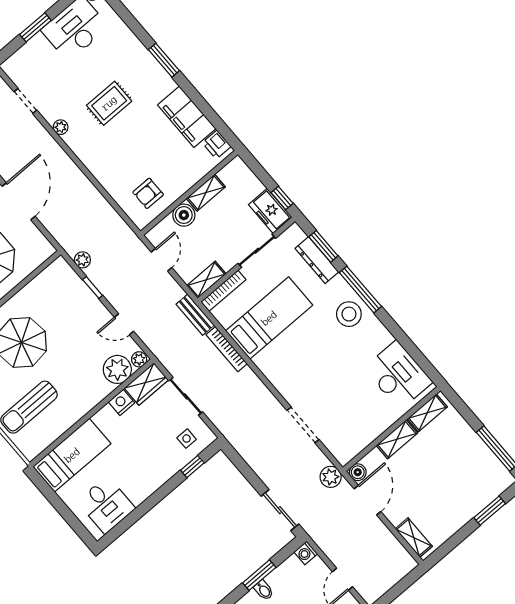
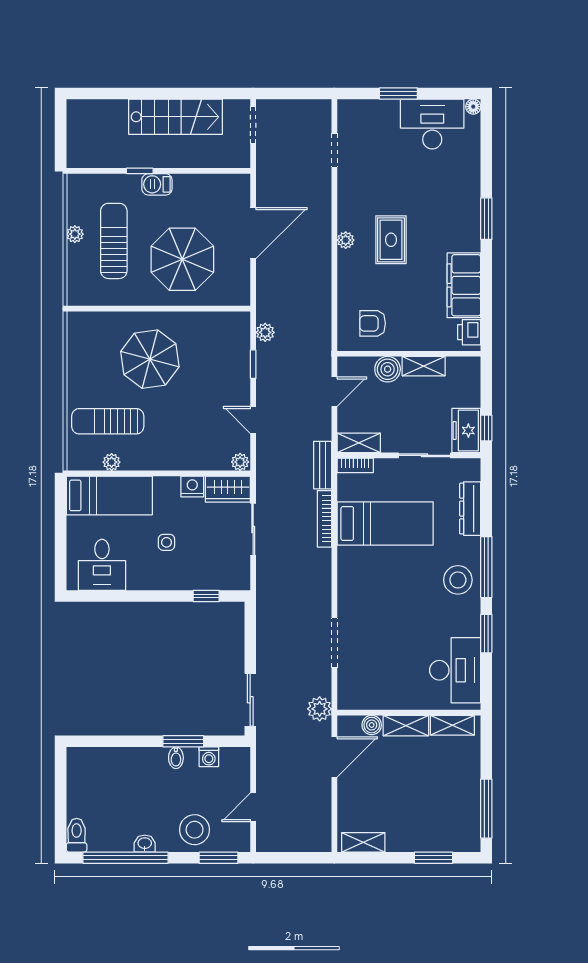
rug: (109, 103) -> (391, 240), moved, turned 90
plant: (61, 127) -> (346, 240), moved
window: (323, 246) -> (486, 634), moved
bookcase: (223, 291) -> (355, 465), width x0.64
plant: (117, 369) -> (112, 462), moved, width x0.53, depth x0.53
side table: (187, 439) -> (166, 542), moved
boiler: (358, 472) -> (372, 725), moved
shelving: (414, 538) -> (363, 842), moved, turned 90
washing machine: (306, 553) -> (209, 757), moved, turned -90

